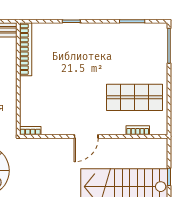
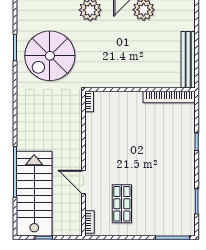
shop shelf: (135, 97) -> (122, 204), width x0.70, depth x0.74
bookcase: (138, 130) -> (89, 222), moved
door: (86, 136) -> (84, 182), moved

